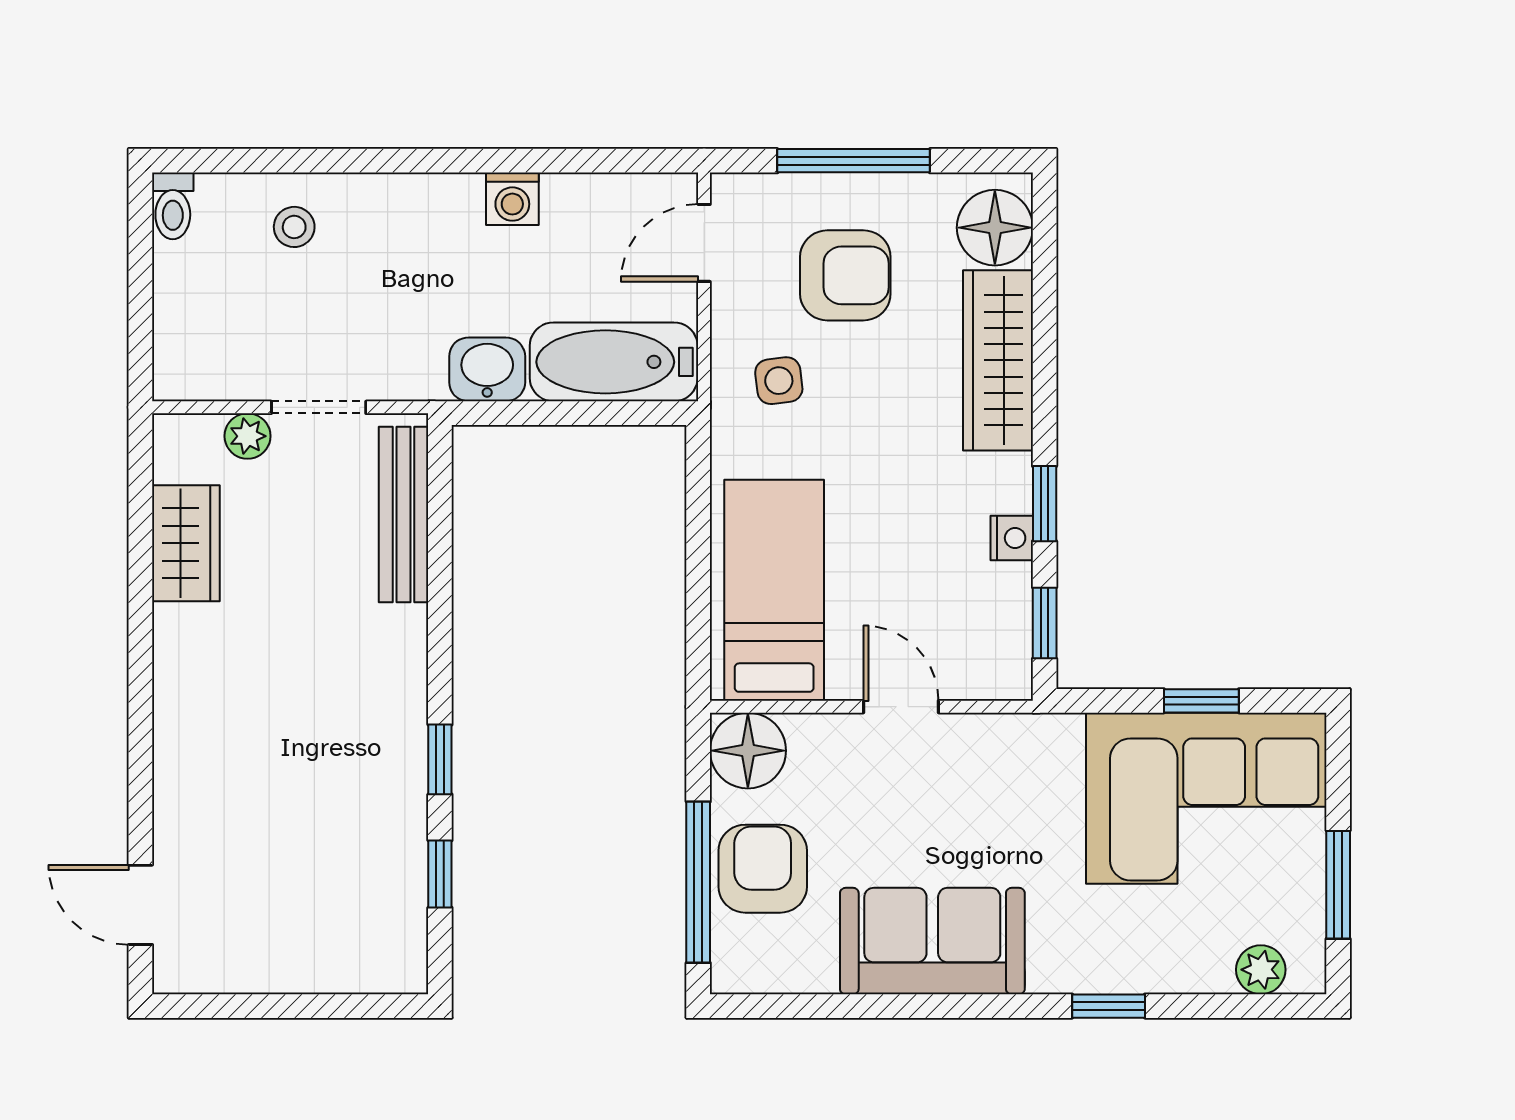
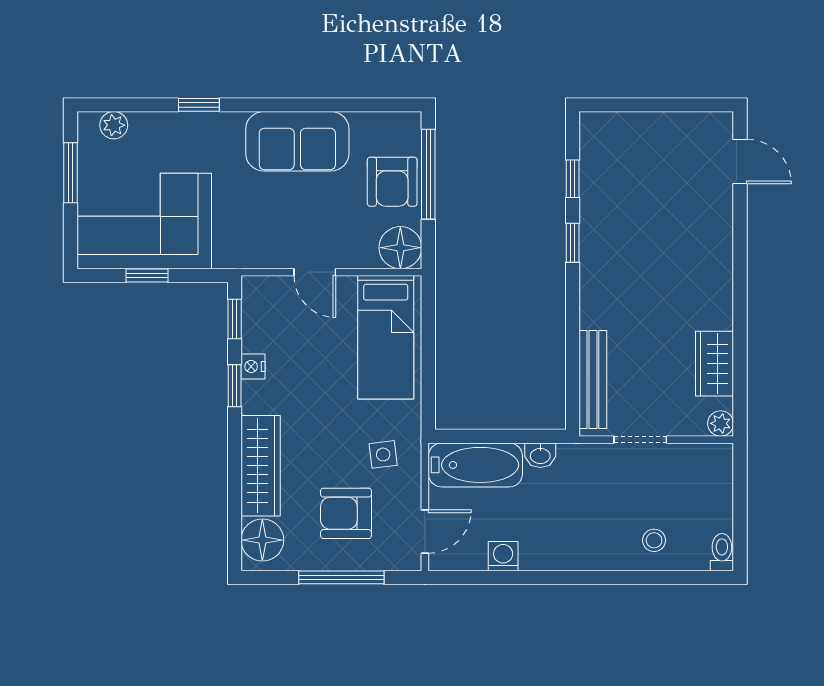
washing machine: (512, 199) -> (503, 556), moved
washbasin: (487, 369) -> (540, 455), width x0.72, depth x0.69
plant: (248, 436) -> (721, 423), moved

